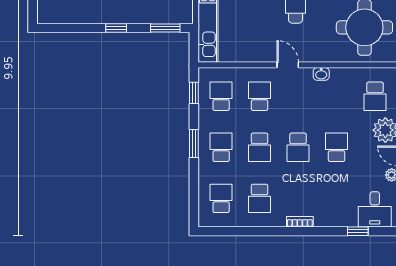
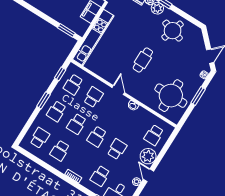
window: (116, 28) -> (41, 14), removed
school desk: (221, 96) -> (73, 85), turned 180
school desk: (221, 147) -> (56, 111), turned 180
school desk: (337, 198) -> (100, 176), added

